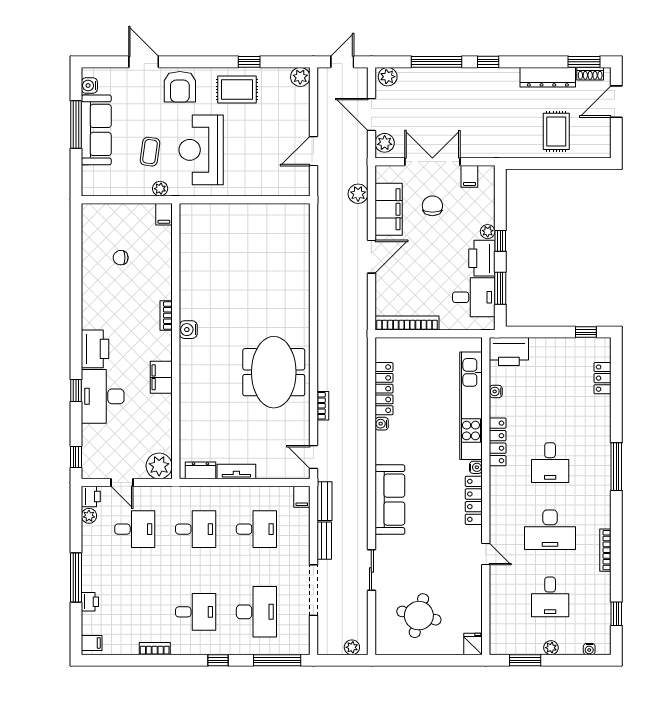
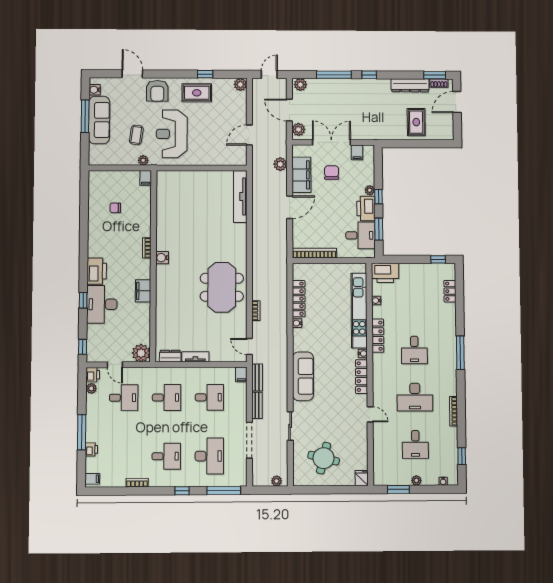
tv unit: (300, 241) -> (240, 197), added

